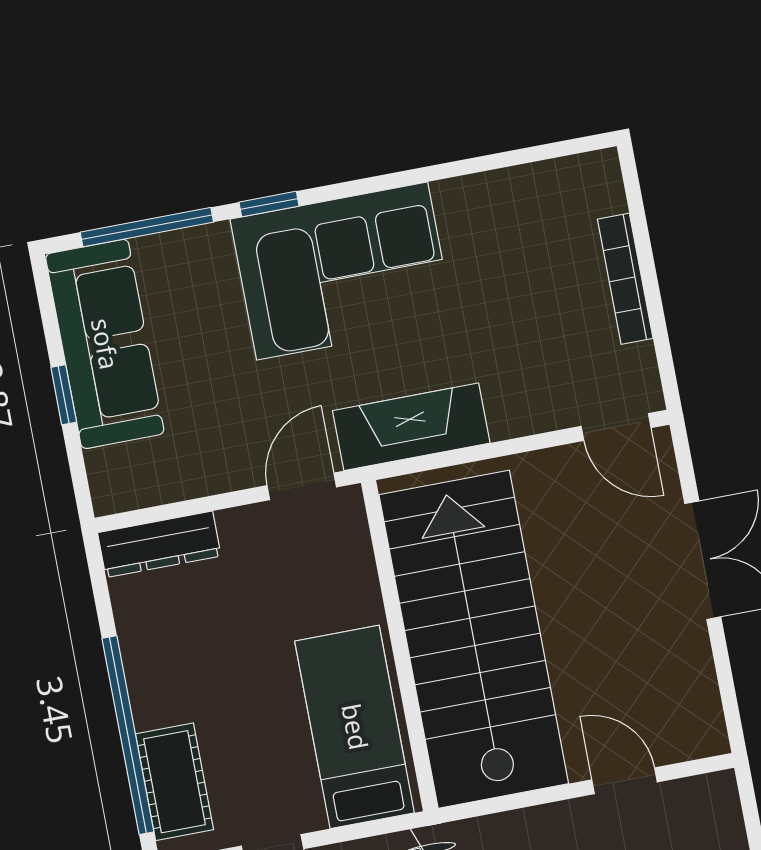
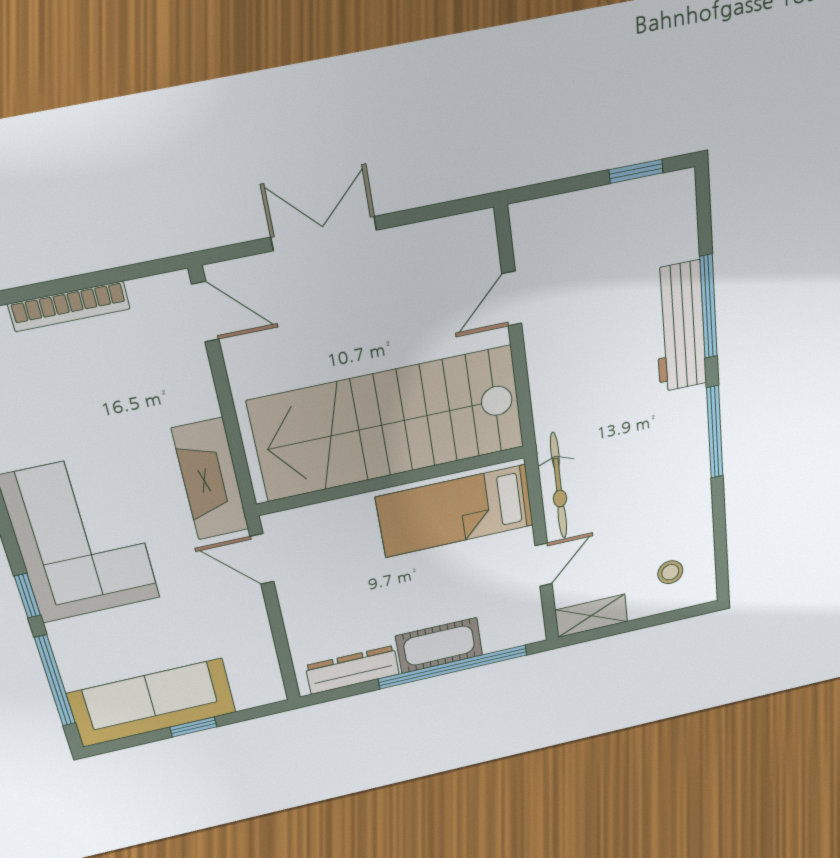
door: (616, 427) -> (205, 312), hinge flipped
dresser: (159, 544) -> (352, 670), moved, turned -90
cot: (175, 782) -> (439, 646), moved

